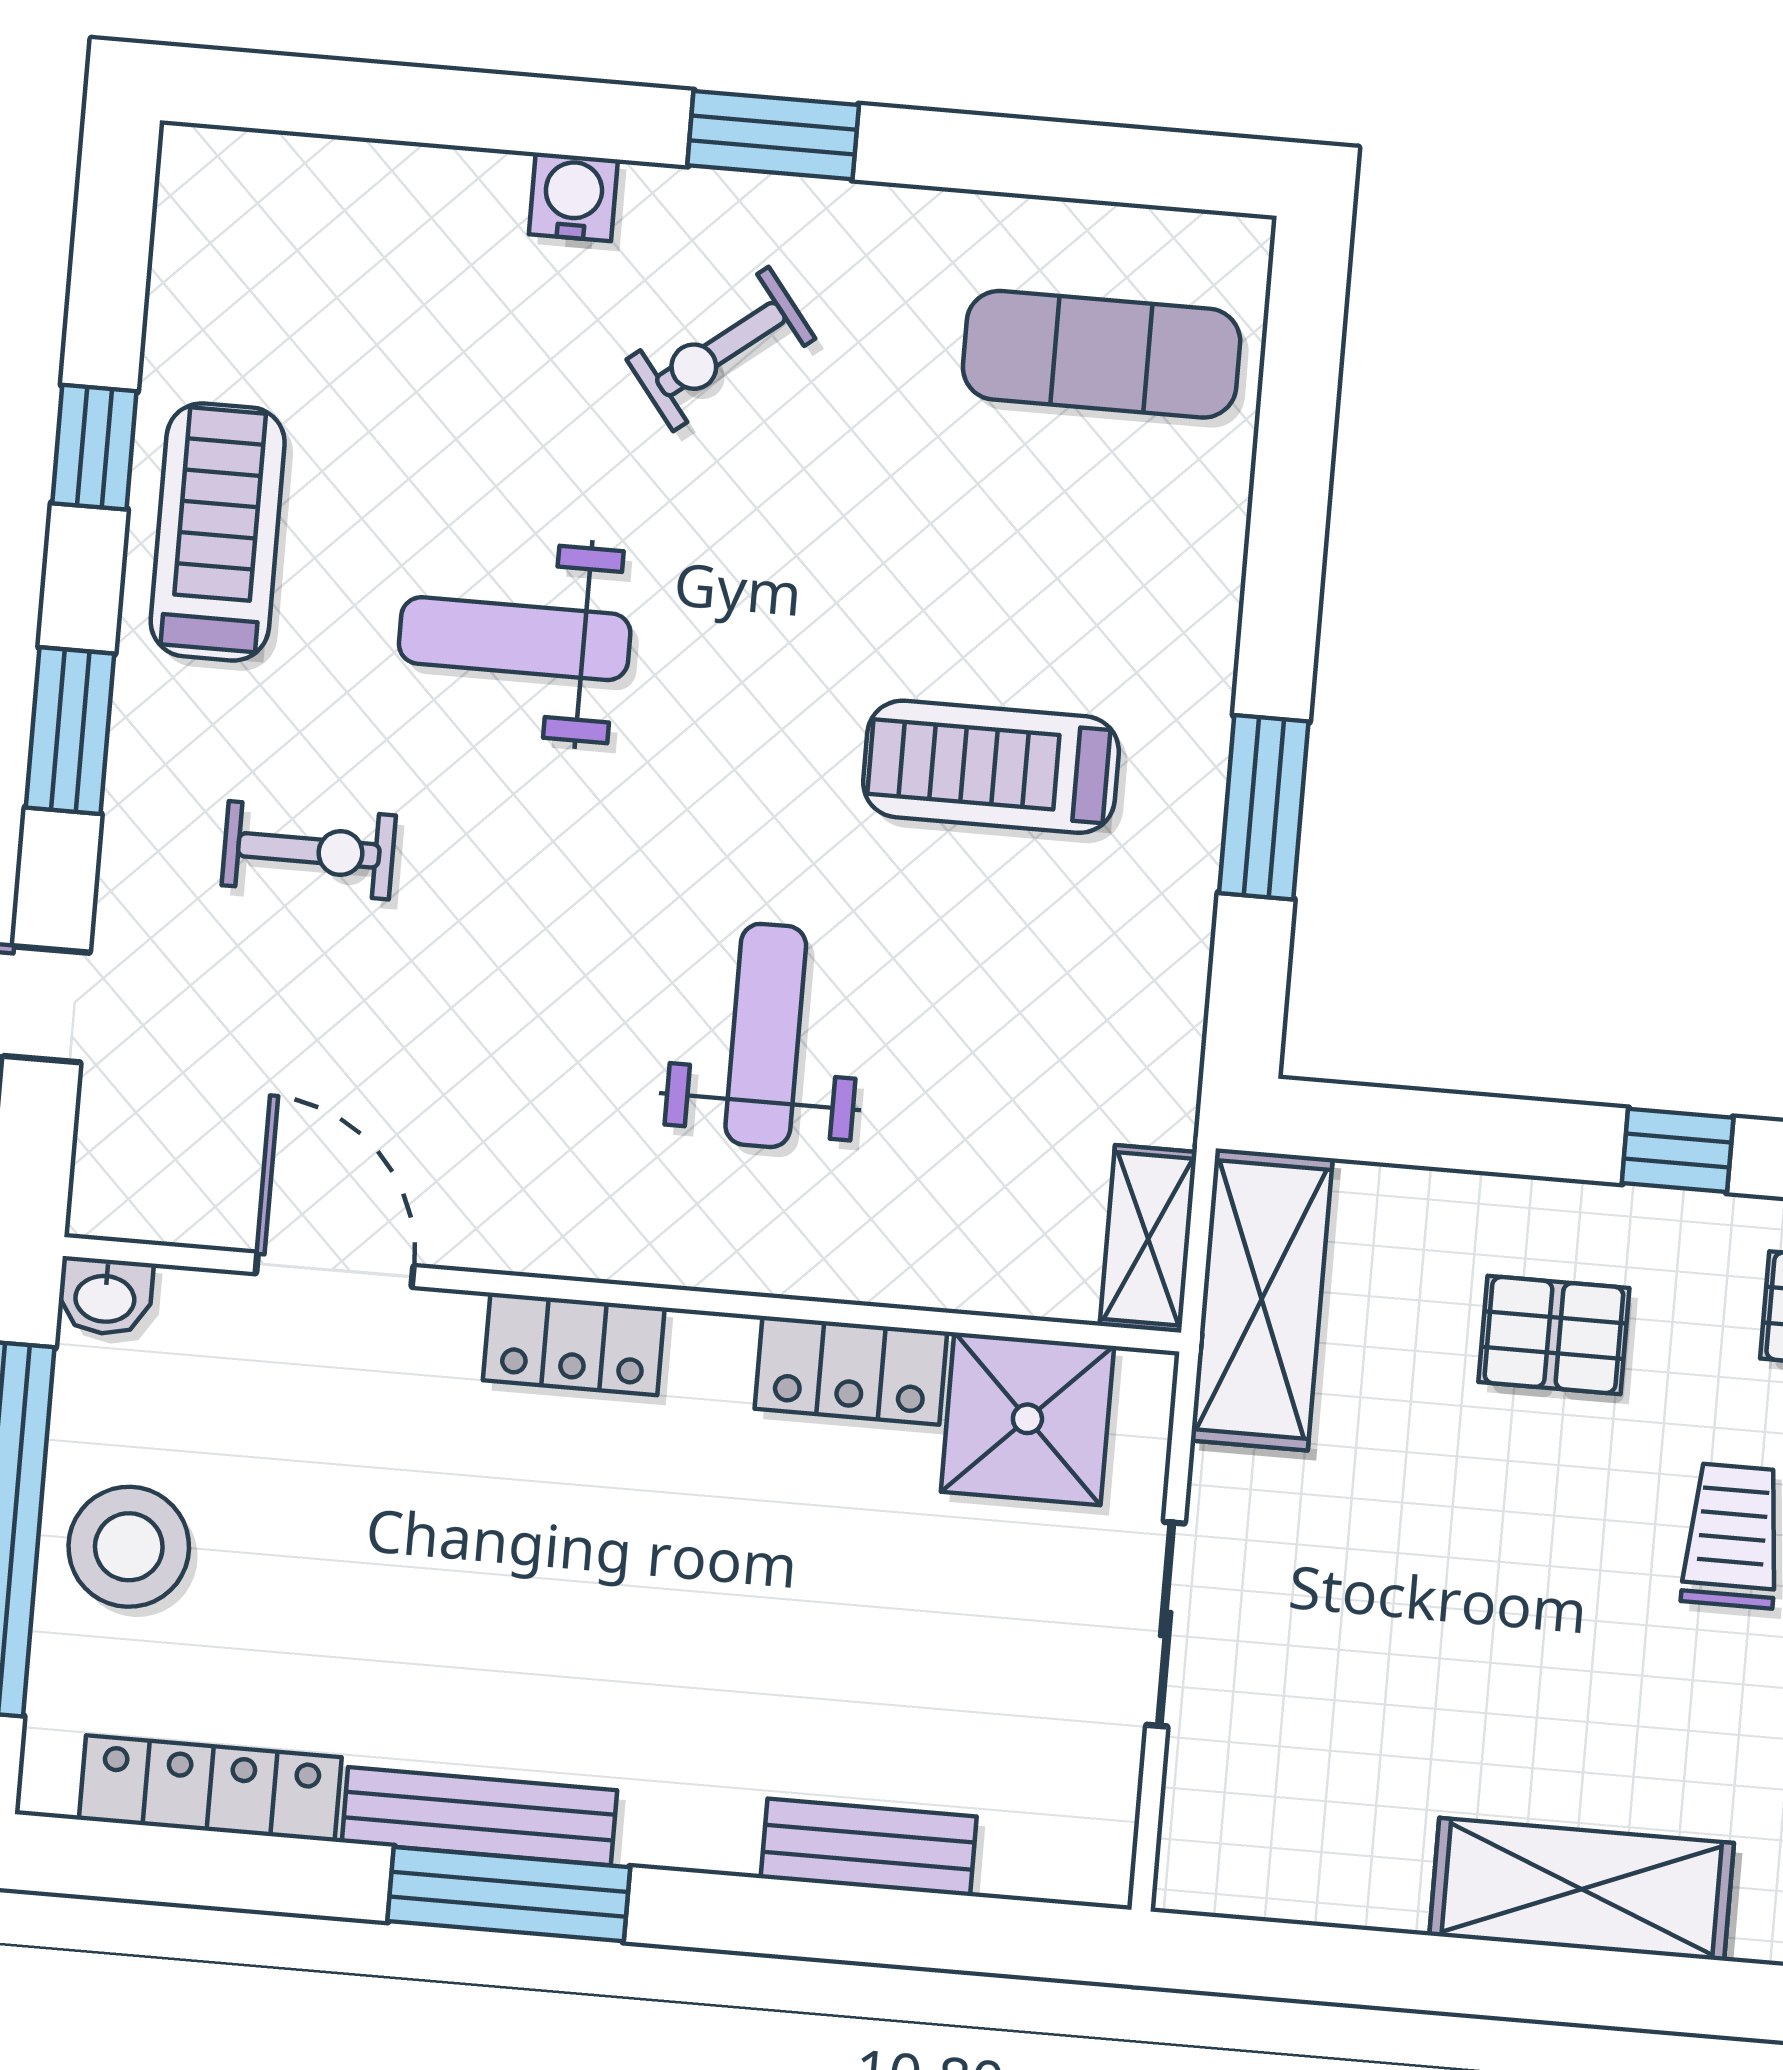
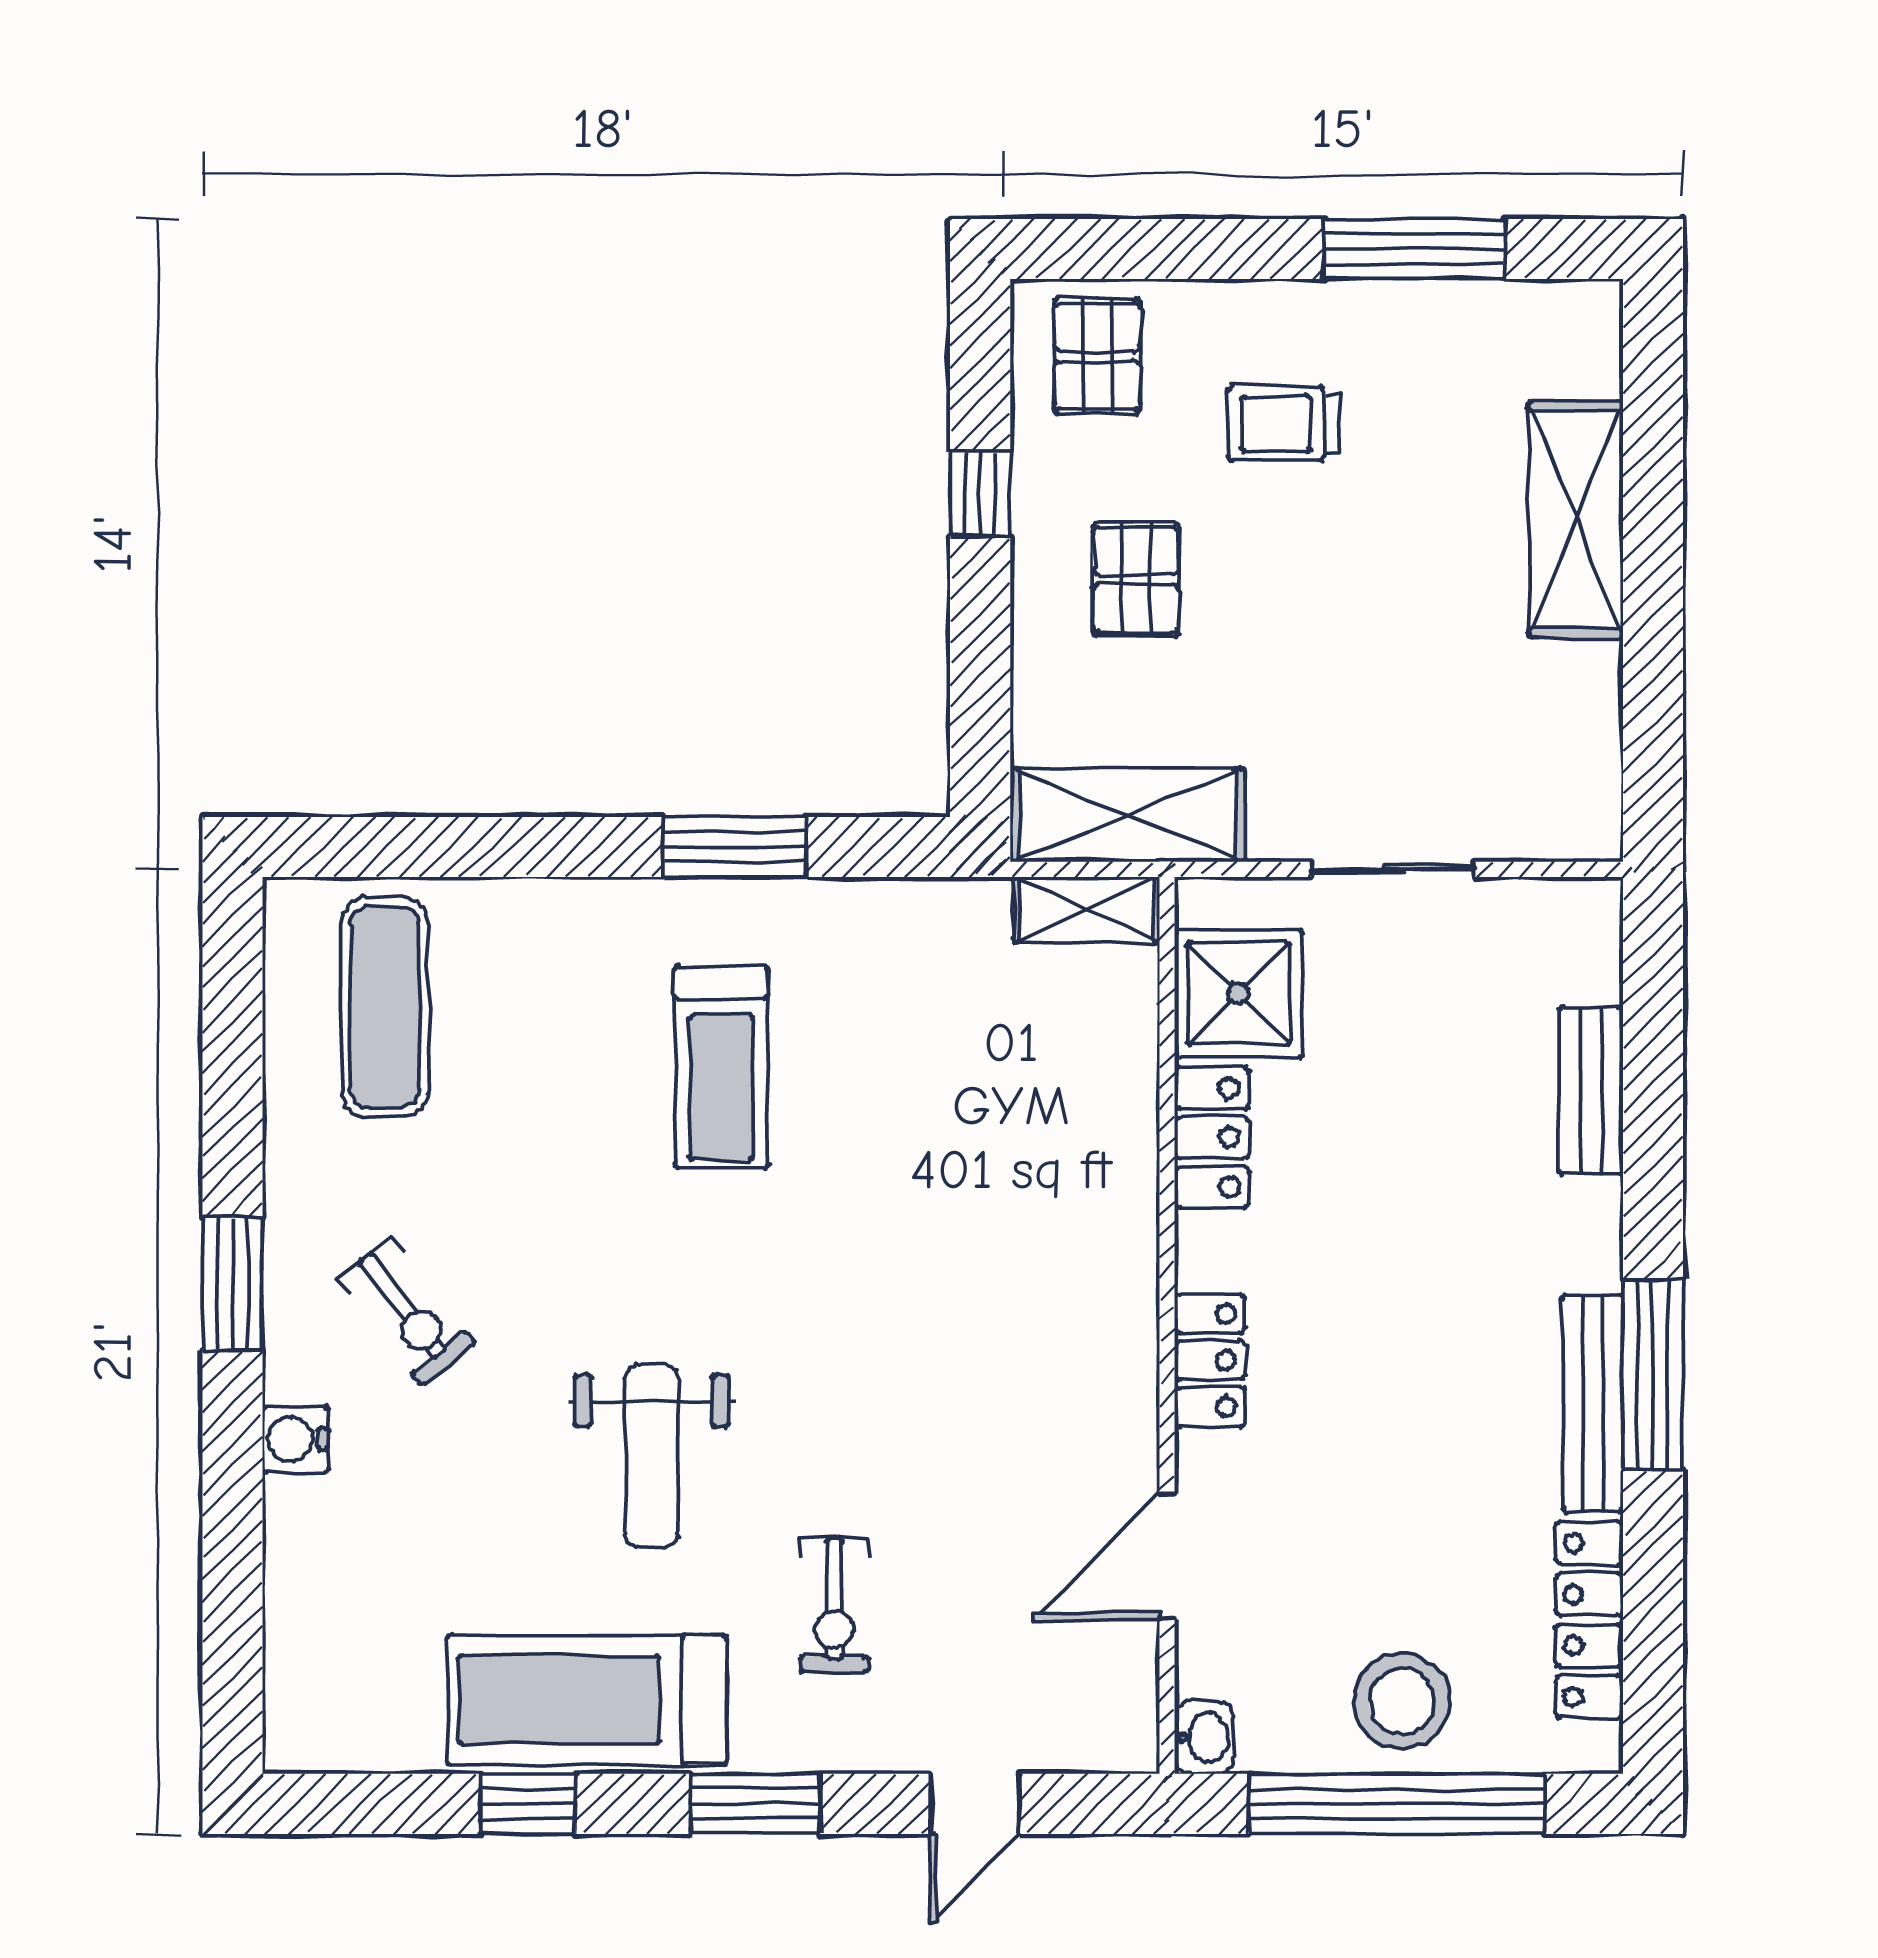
treadmill: (218, 532) -> (587, 1700), width x1.37, depth x1.38
exercise bike: (309, 850) -> (834, 1605), turned 180
weight bench: (766, 1035) -> (951, 1228), removed

